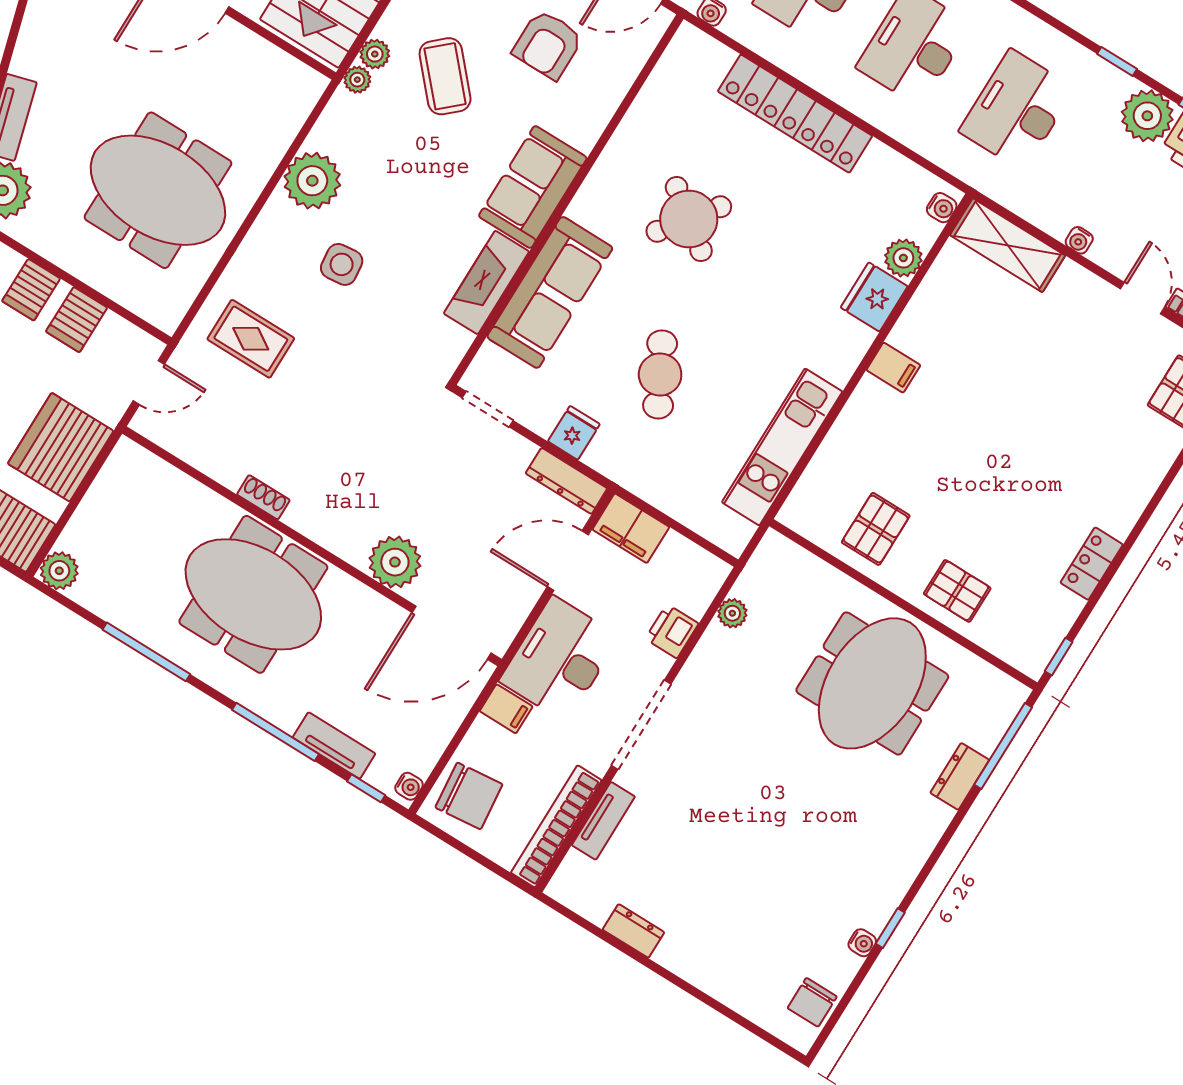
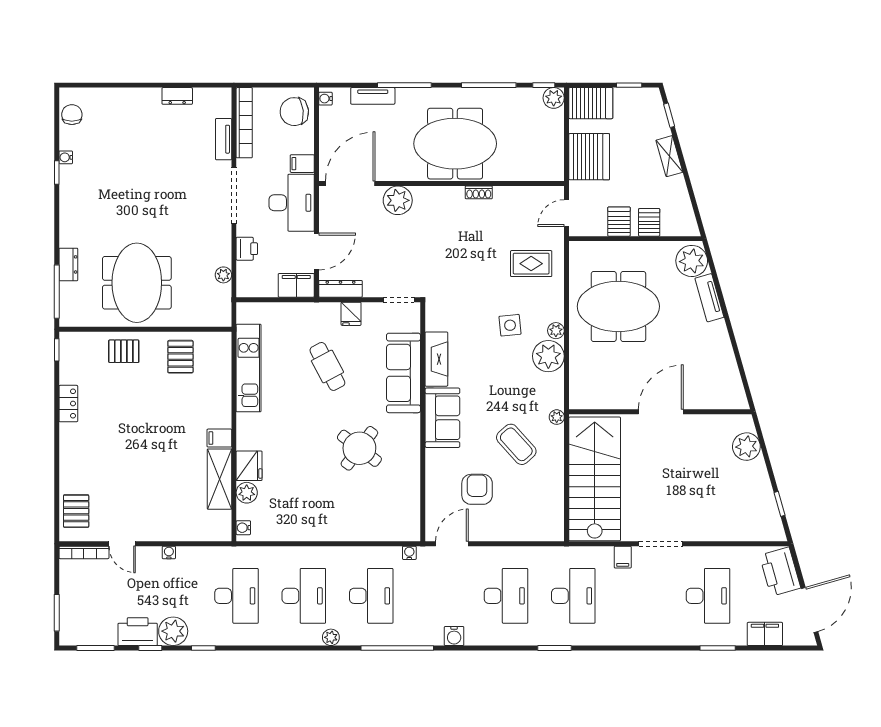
plant: (375, 54) -> (556, 331), moved
locker: (795, 114) -> (340, 529), removed
shelving: (1008, 245) -> (219, 479), moved, turned 90
window: (366, 788) -> (544, 85), moved

